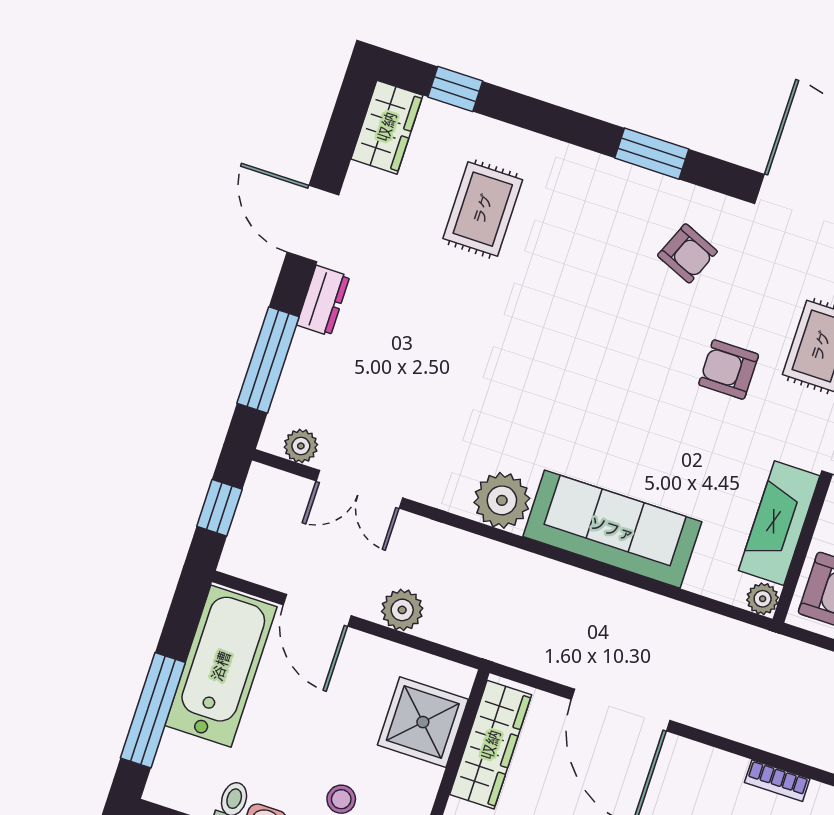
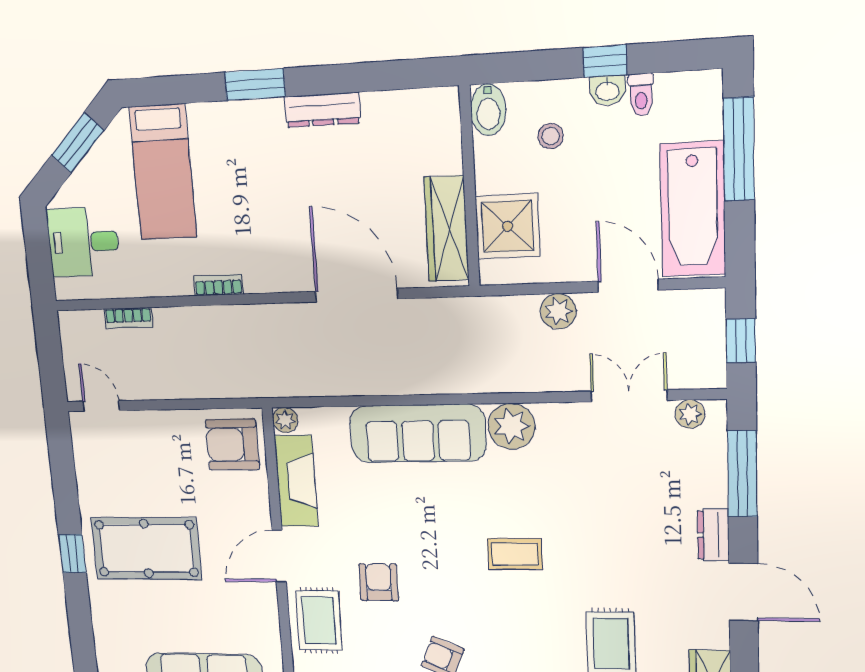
coffee table: (554, 351) -> (515, 554), added
armchair: (729, 370) -> (379, 582), turned -90

